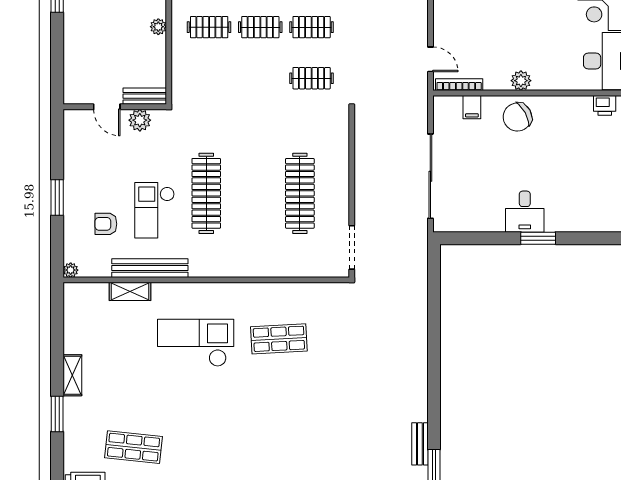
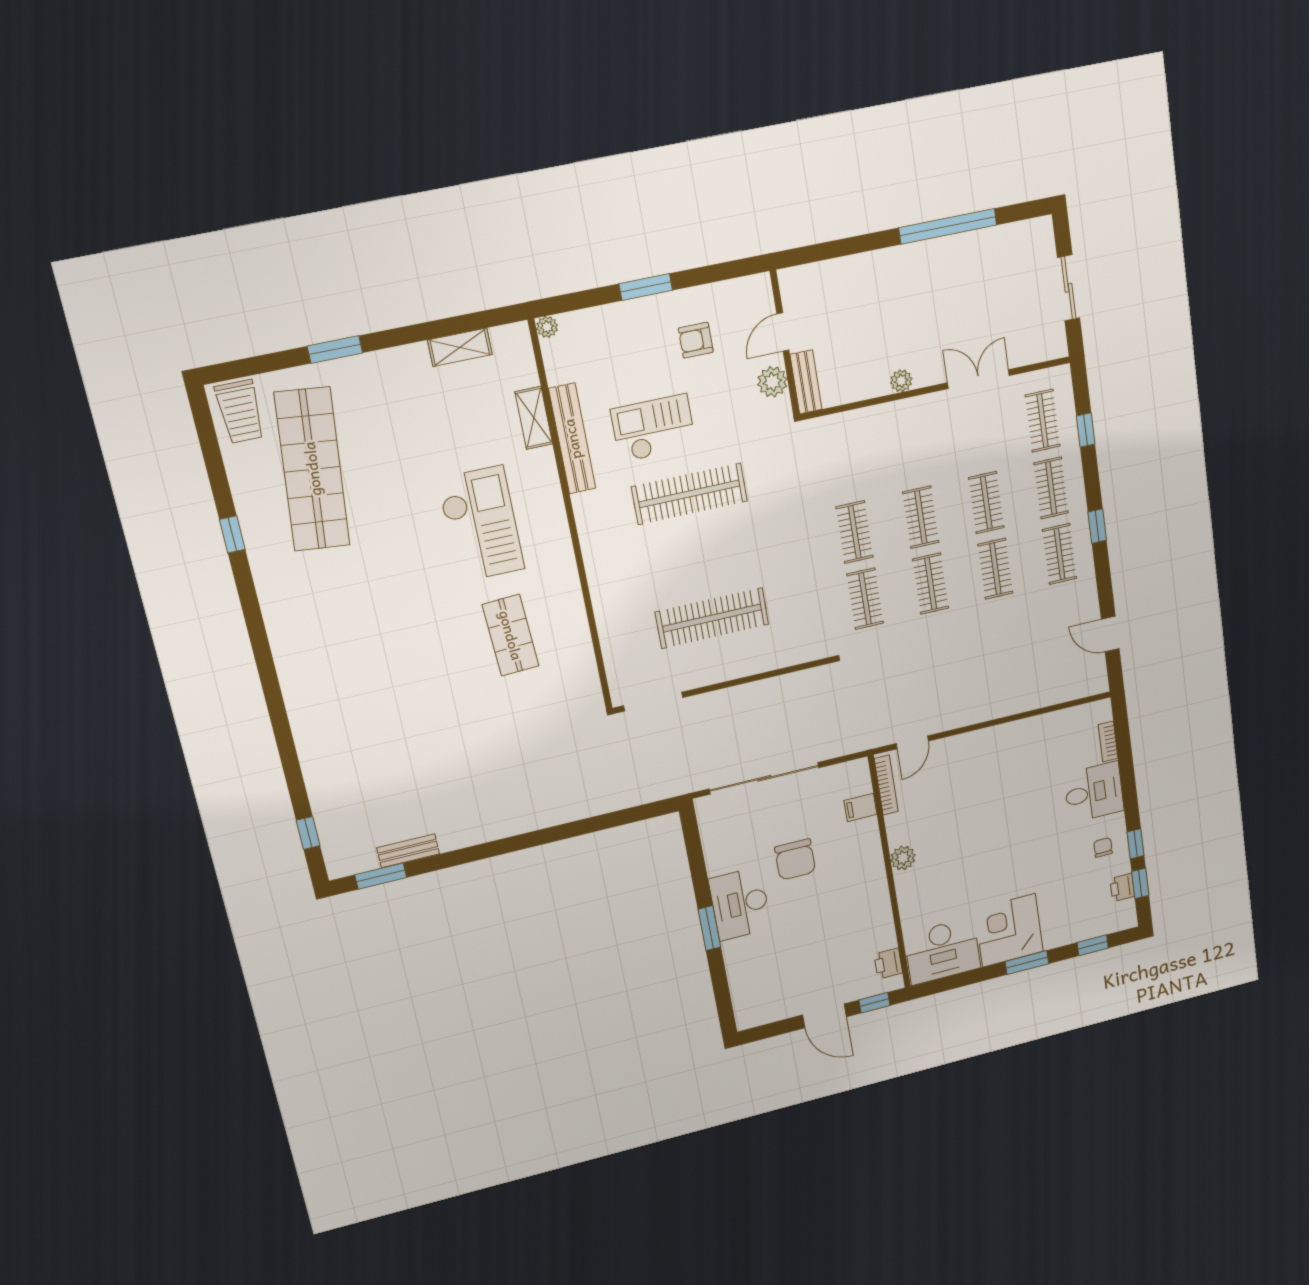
clothes rail: (209, 27) -> (855, 532), moved
chair: (517, 117) -> (795, 859), moved, turned -151
desk: (525, 212) -> (740, 904), width x1.37
armchair: (106, 224) -> (696, 340), moved, turned -90
shelving: (72, 375) -> (460, 347), moved
shop shelf: (133, 447) -> (312, 469), width x2.00, depth x1.36

